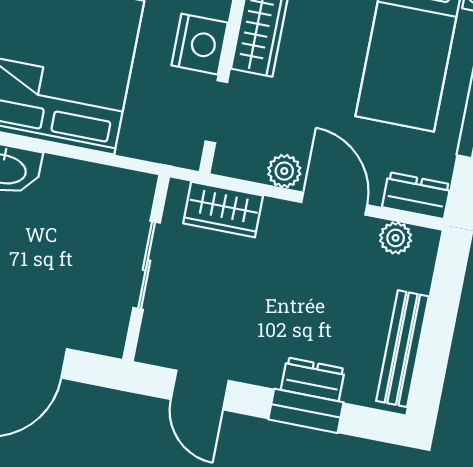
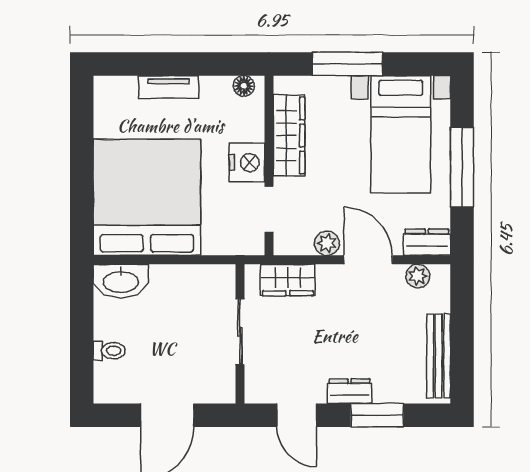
dresser: (313, 379) -> (350, 391), moved

